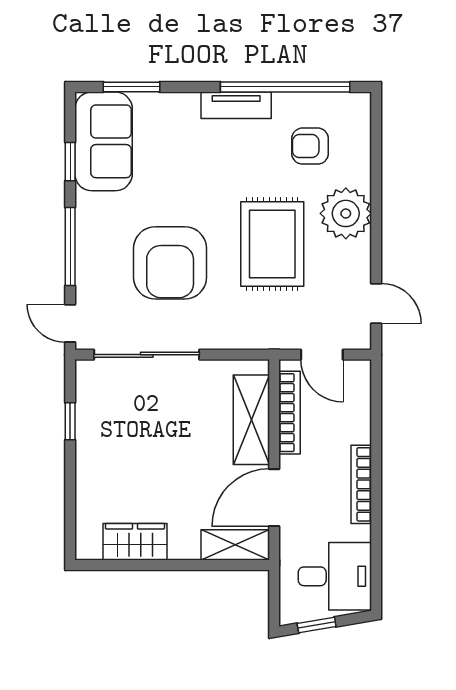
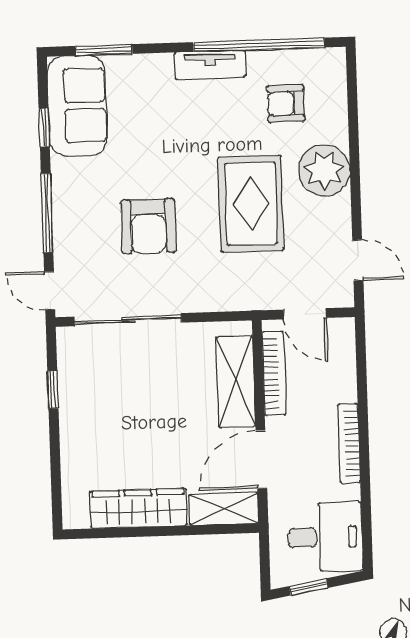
armchair: (170, 263) -> (148, 226), width x0.73, depth x0.73
wardrobe: (135, 542) -> (138, 508), width x1.50

